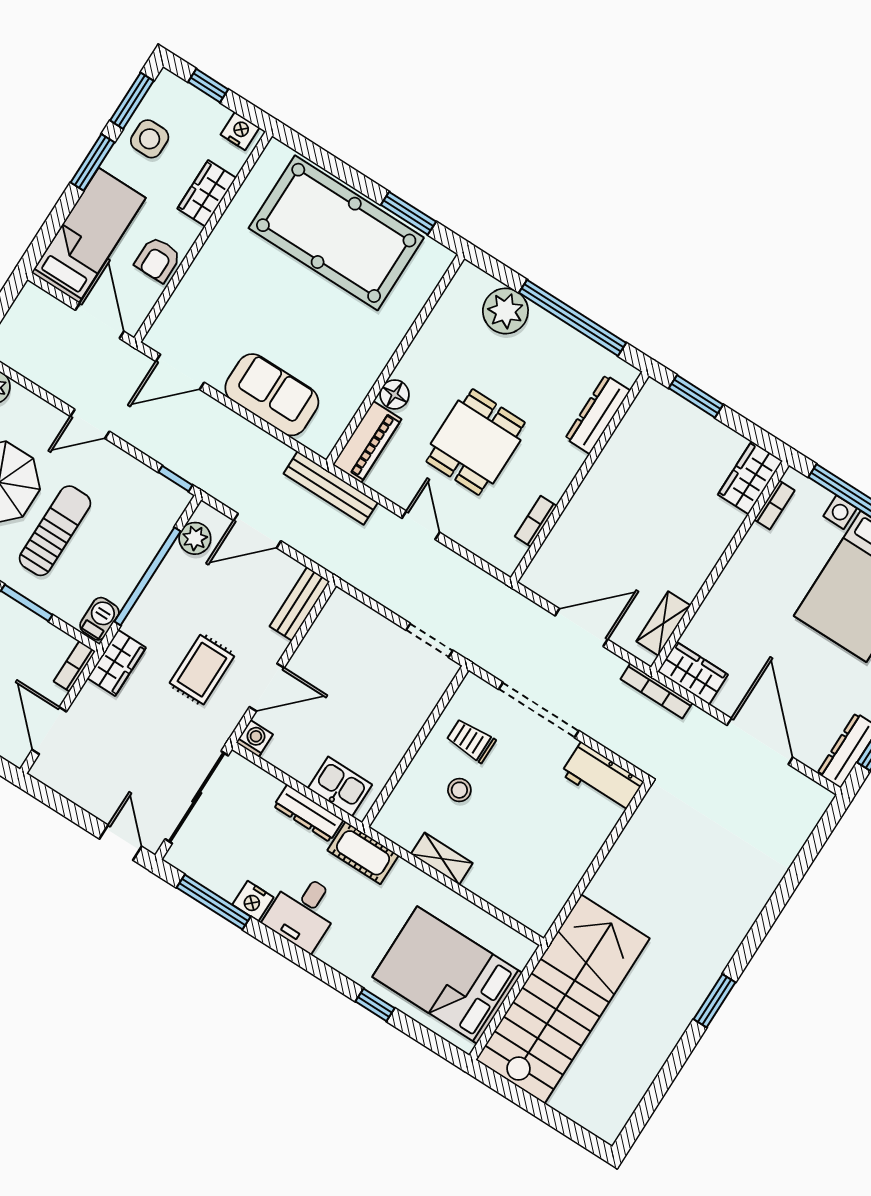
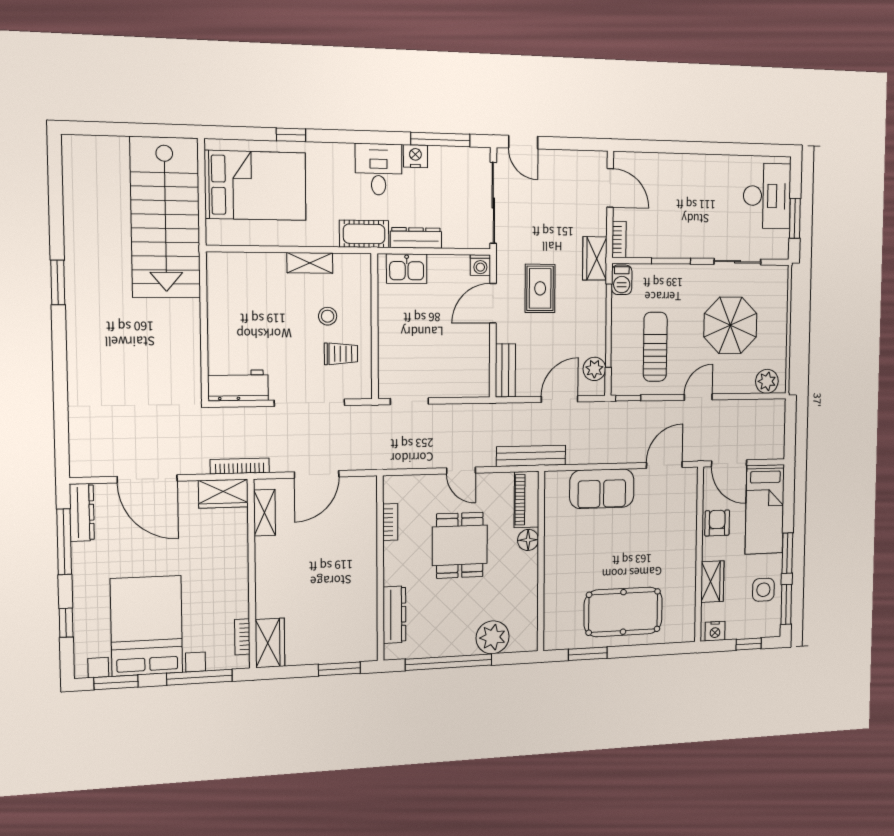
pool table: (336, 233) -> (623, 612), width x0.73, depth x0.76
sun lounger: (55, 531) -> (655, 347), moved, turned 180

